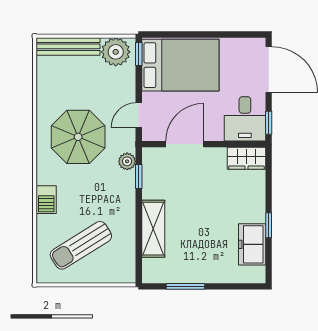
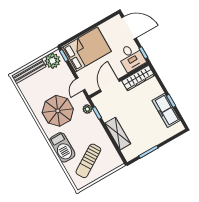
wardrobe: (246, 158) -> (138, 78), width x1.50
barbecue: (46, 200) -> (62, 147), width x1.88, depth x1.53
freezer: (252, 244) -> (166, 110), width x1.40

